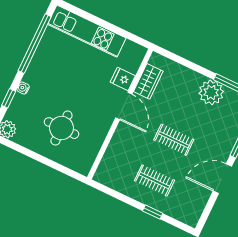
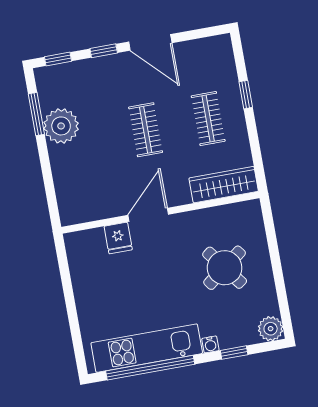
kitchen unit: (87, 31) -> (147, 348), moved, turned -90
wardrobe: (148, 81) -> (224, 185), moved, width x1.50
round table: (61, 128) -> (225, 268), turned -37

